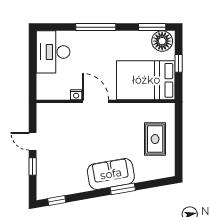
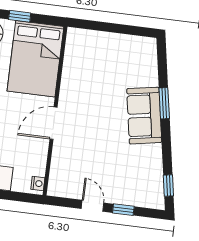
nightstand: (76, 95) -> (38, 183), moved
rug: (155, 139) -> (108, 56), removed
door: (33, 141) -> (92, 206), swing flipped

